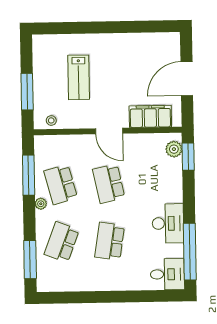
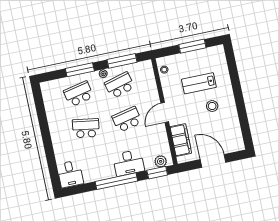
stool: (113, 65) -> (212, 106), added
window: (27, 92) -> (192, 46), moved
desk: (168, 223) -> (129, 163), moved
school desk: (62, 242) -> (79, 94), turned -33
window: (190, 252) -> (116, 181), moved
window: (30, 259) -> (80, 70), moved

